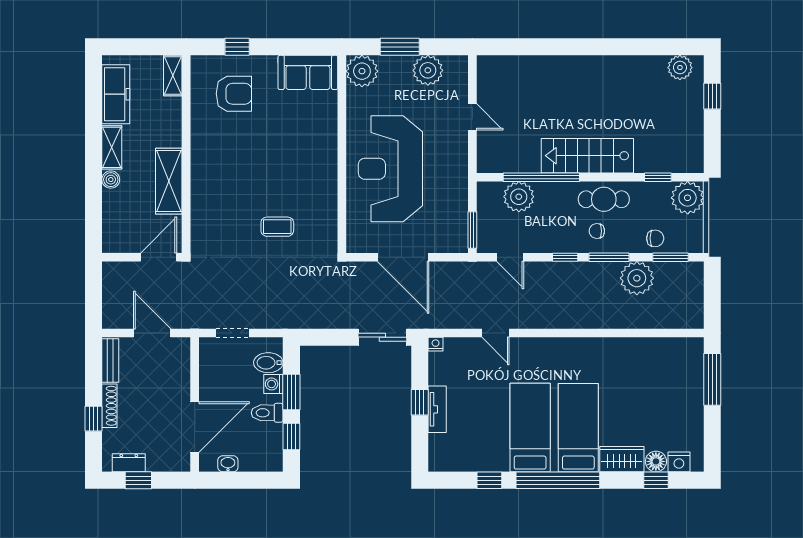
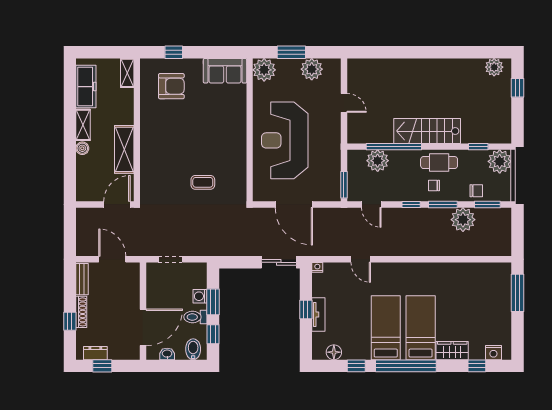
bidet: (268, 363) -> (193, 349), moved, turned 90
floor lamp: (656, 461) -> (334, 352), moved

